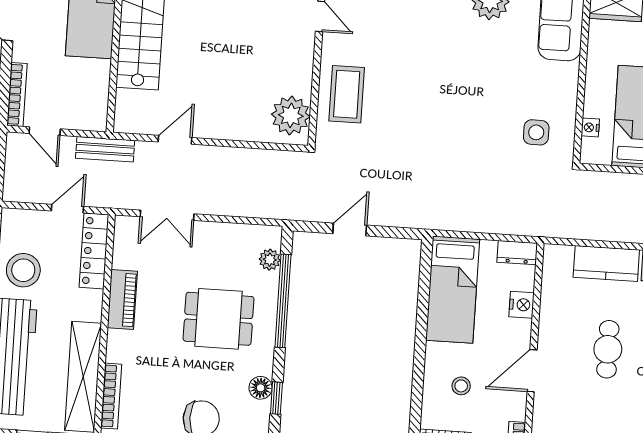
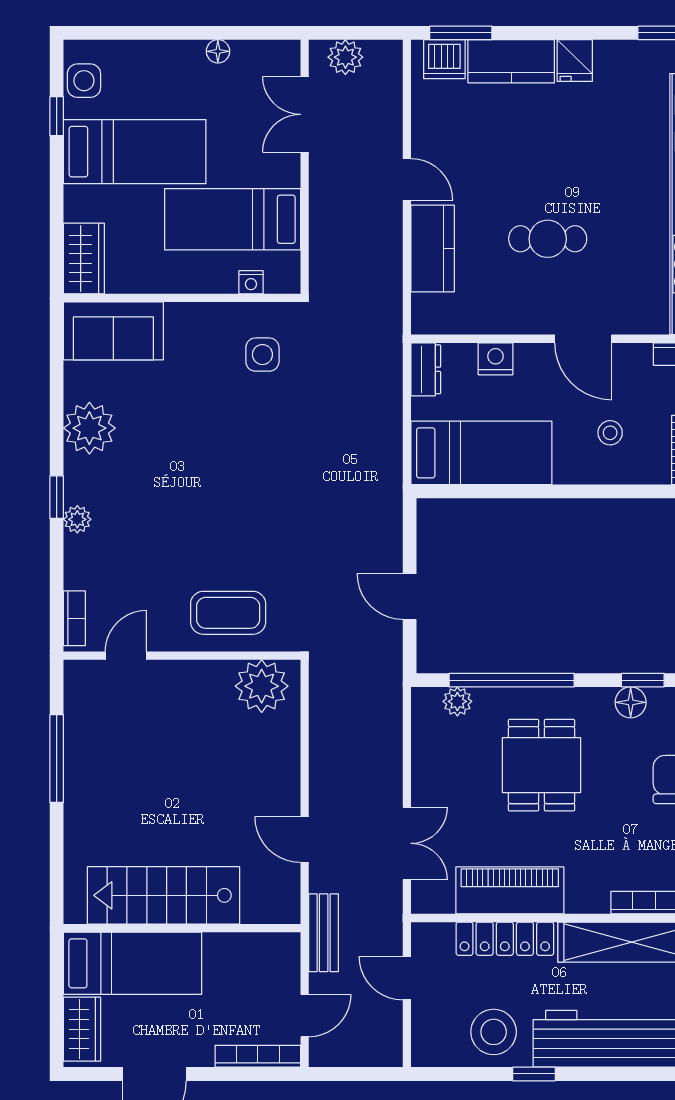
locker: (94, 251) -> (505, 939), moved
piano: (122, 300) -> (510, 890), width x1.37, depth x1.33

